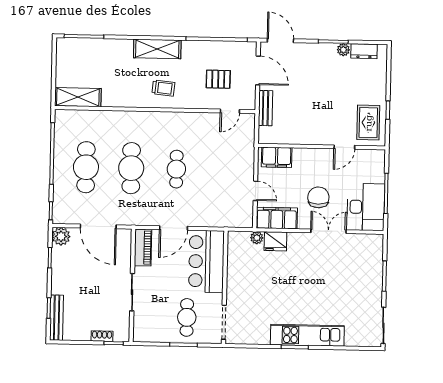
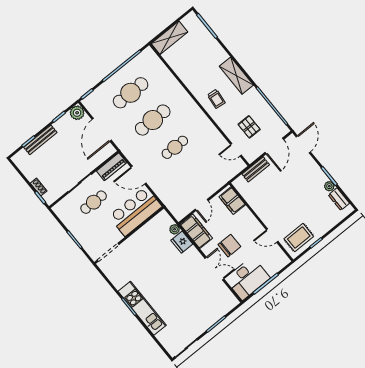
shelving: (78, 97) -> (170, 38), moved, turned 90
cafe table: (187, 317) -> (94, 202), moved
bench: (57, 318) -> (40, 140), moved

